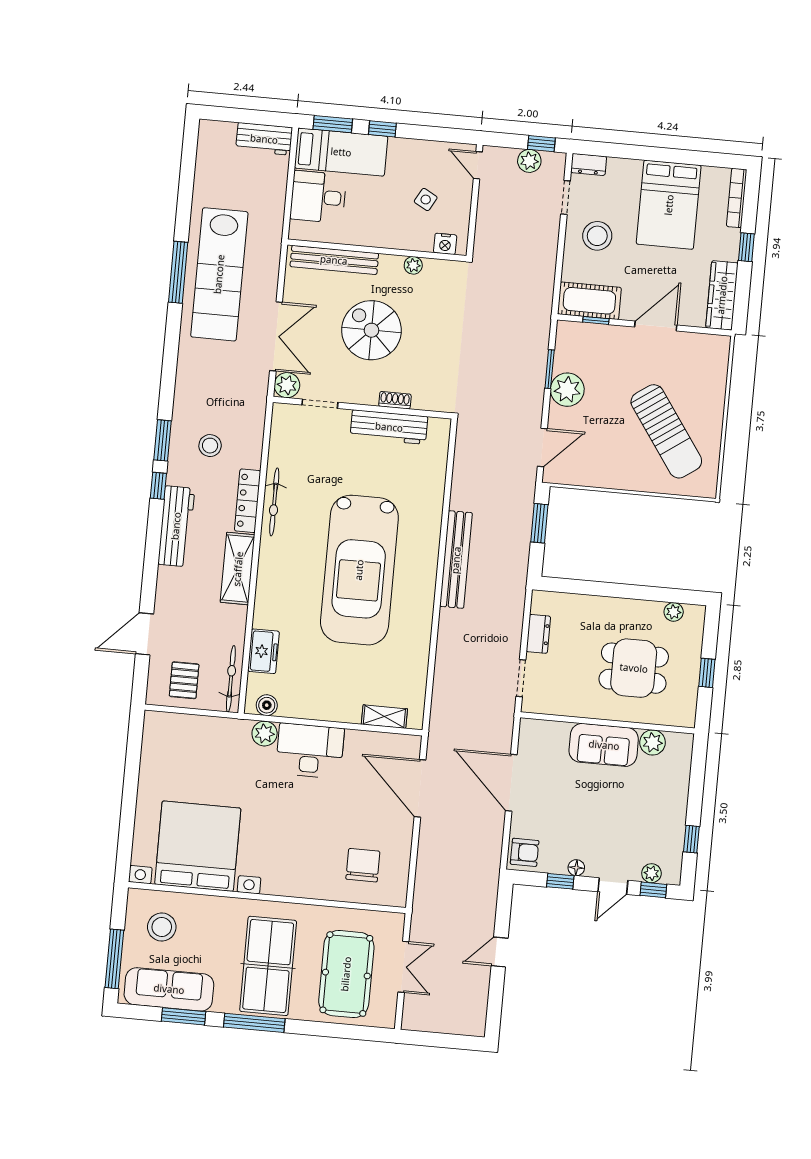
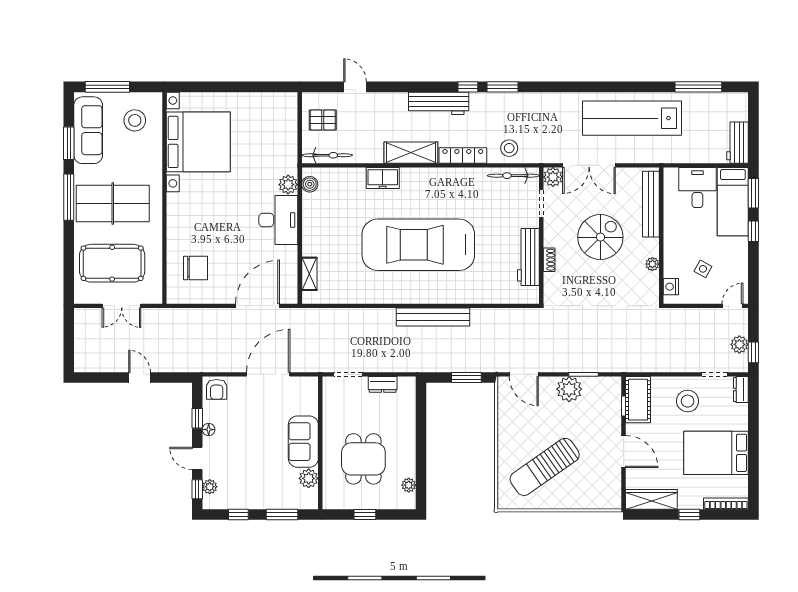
window: (178, 272) -> (698, 87), moved
stool: (210, 446) -> (509, 148), moved
bicycle: (274, 502) -> (513, 176), moved
door: (145, 634) -> (355, 87), width x0.73
freezer: (264, 651) -> (383, 178), moved
window: (697, 782) -> (282, 515), added

